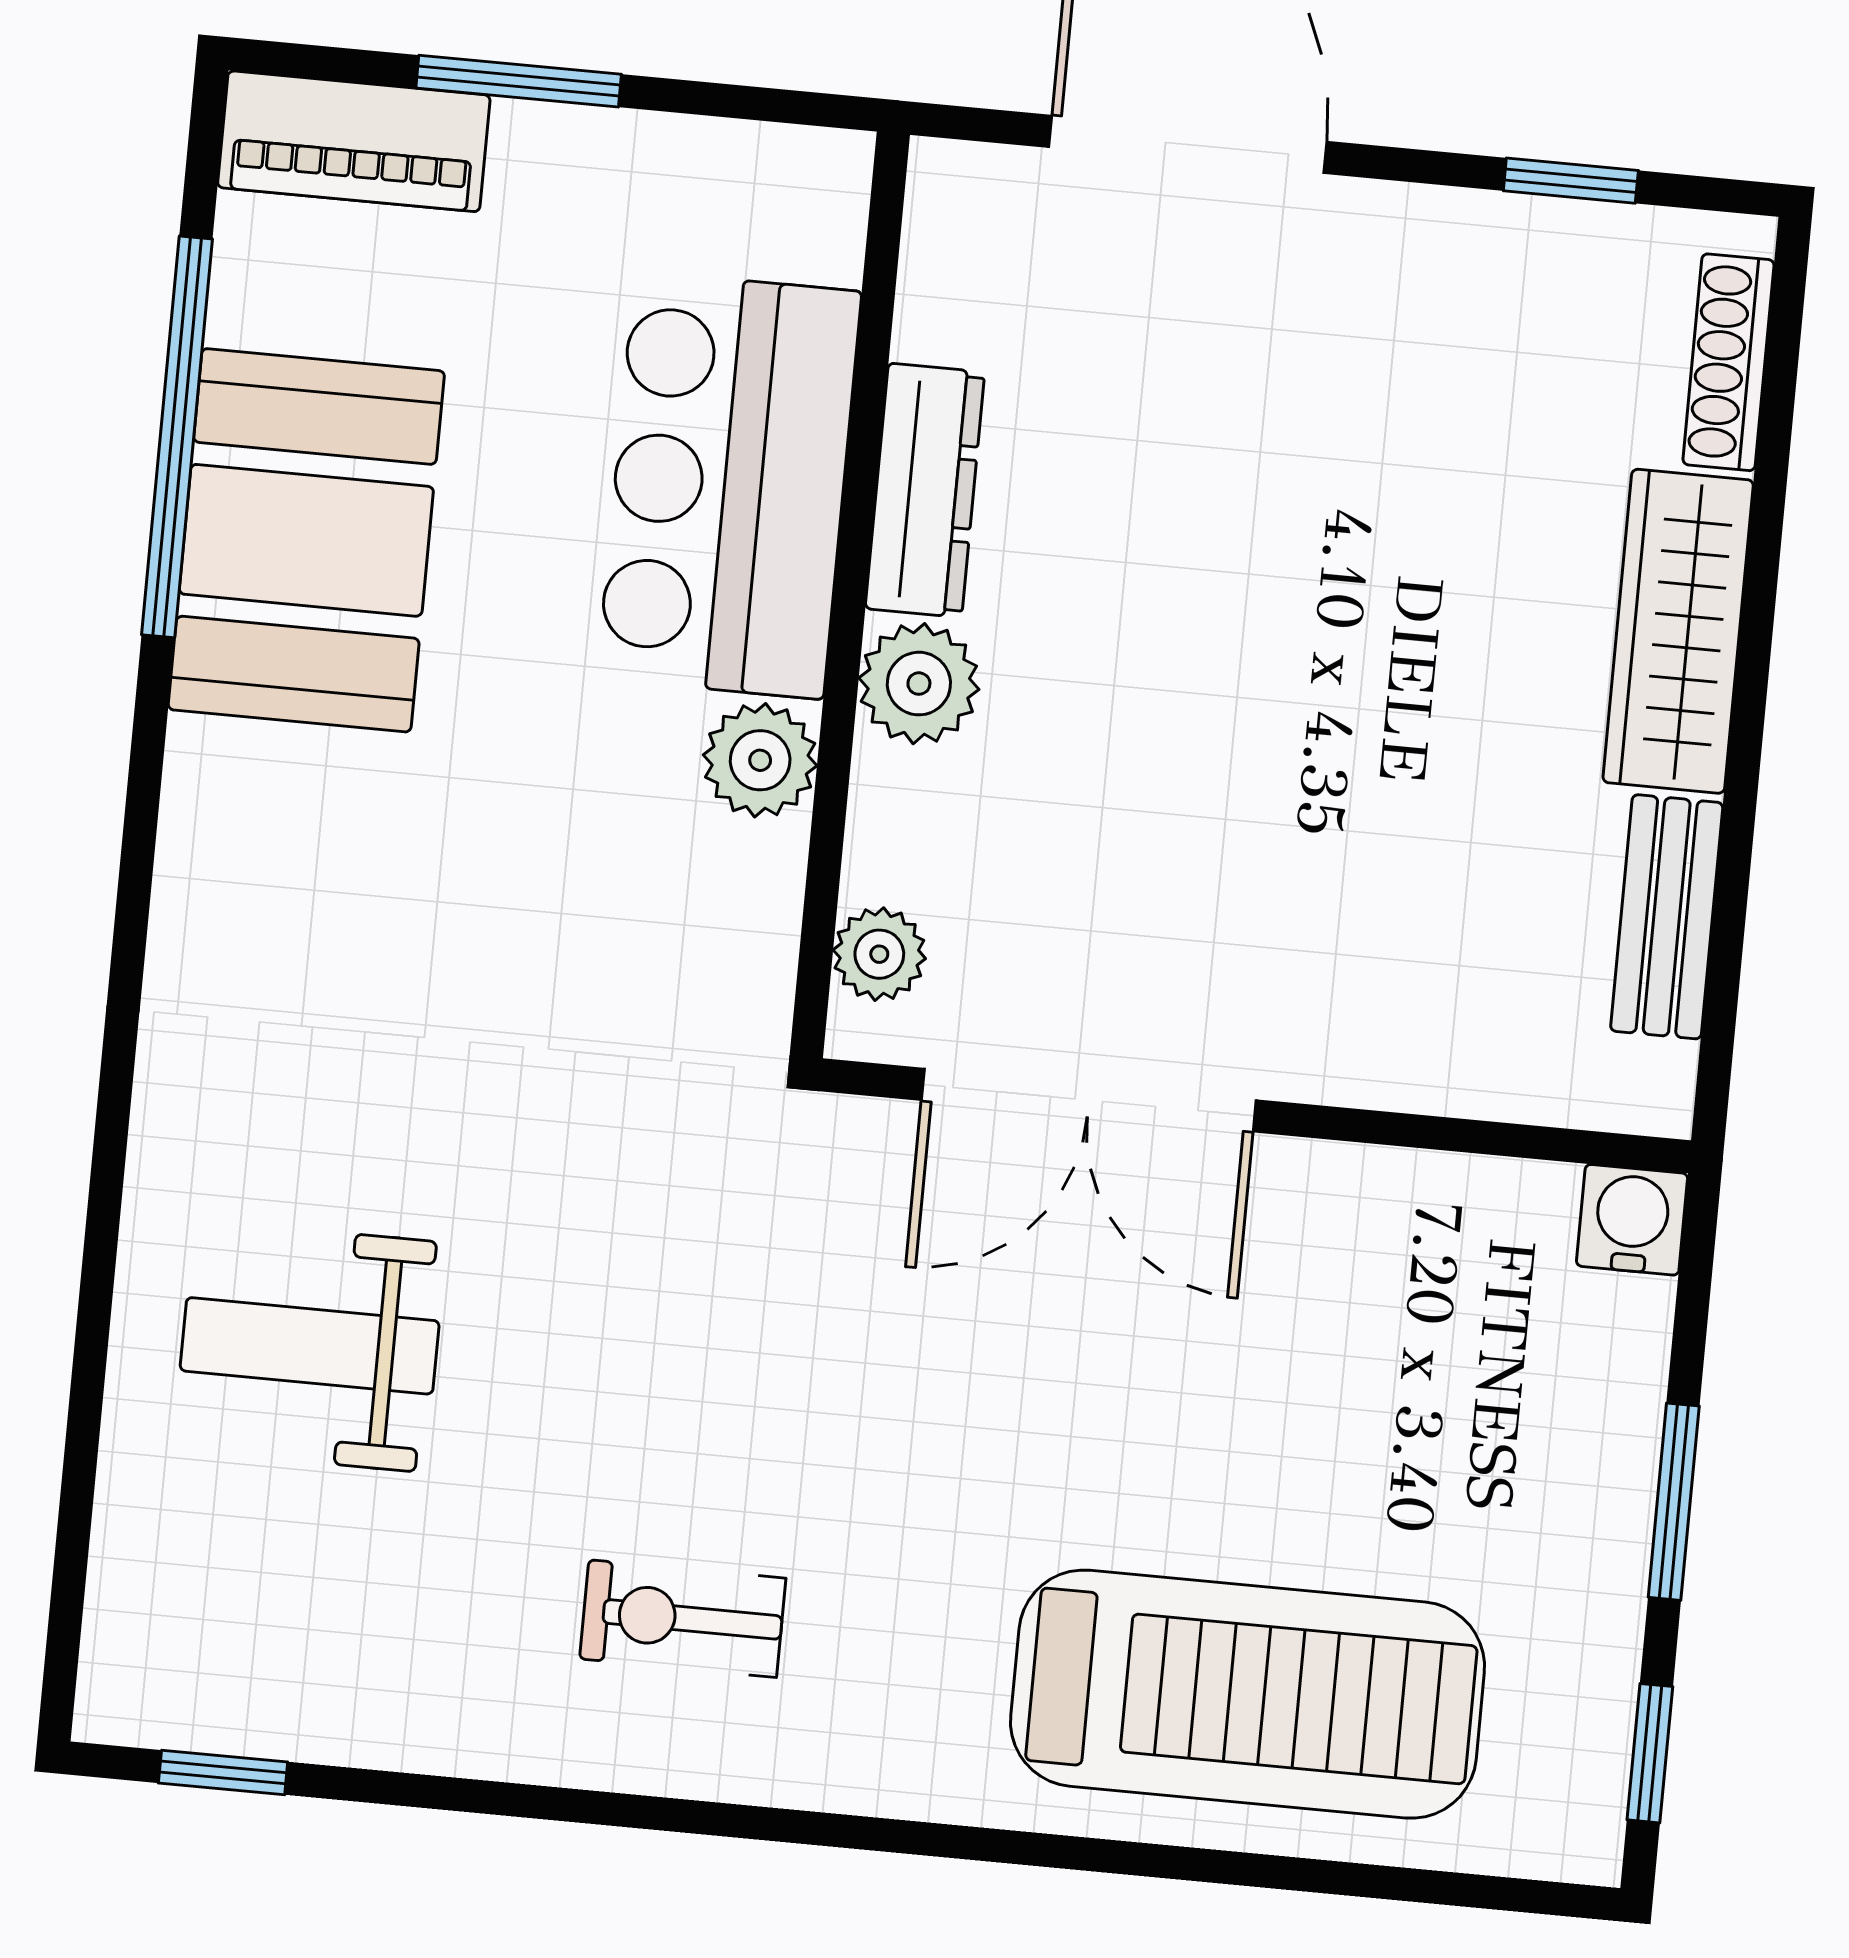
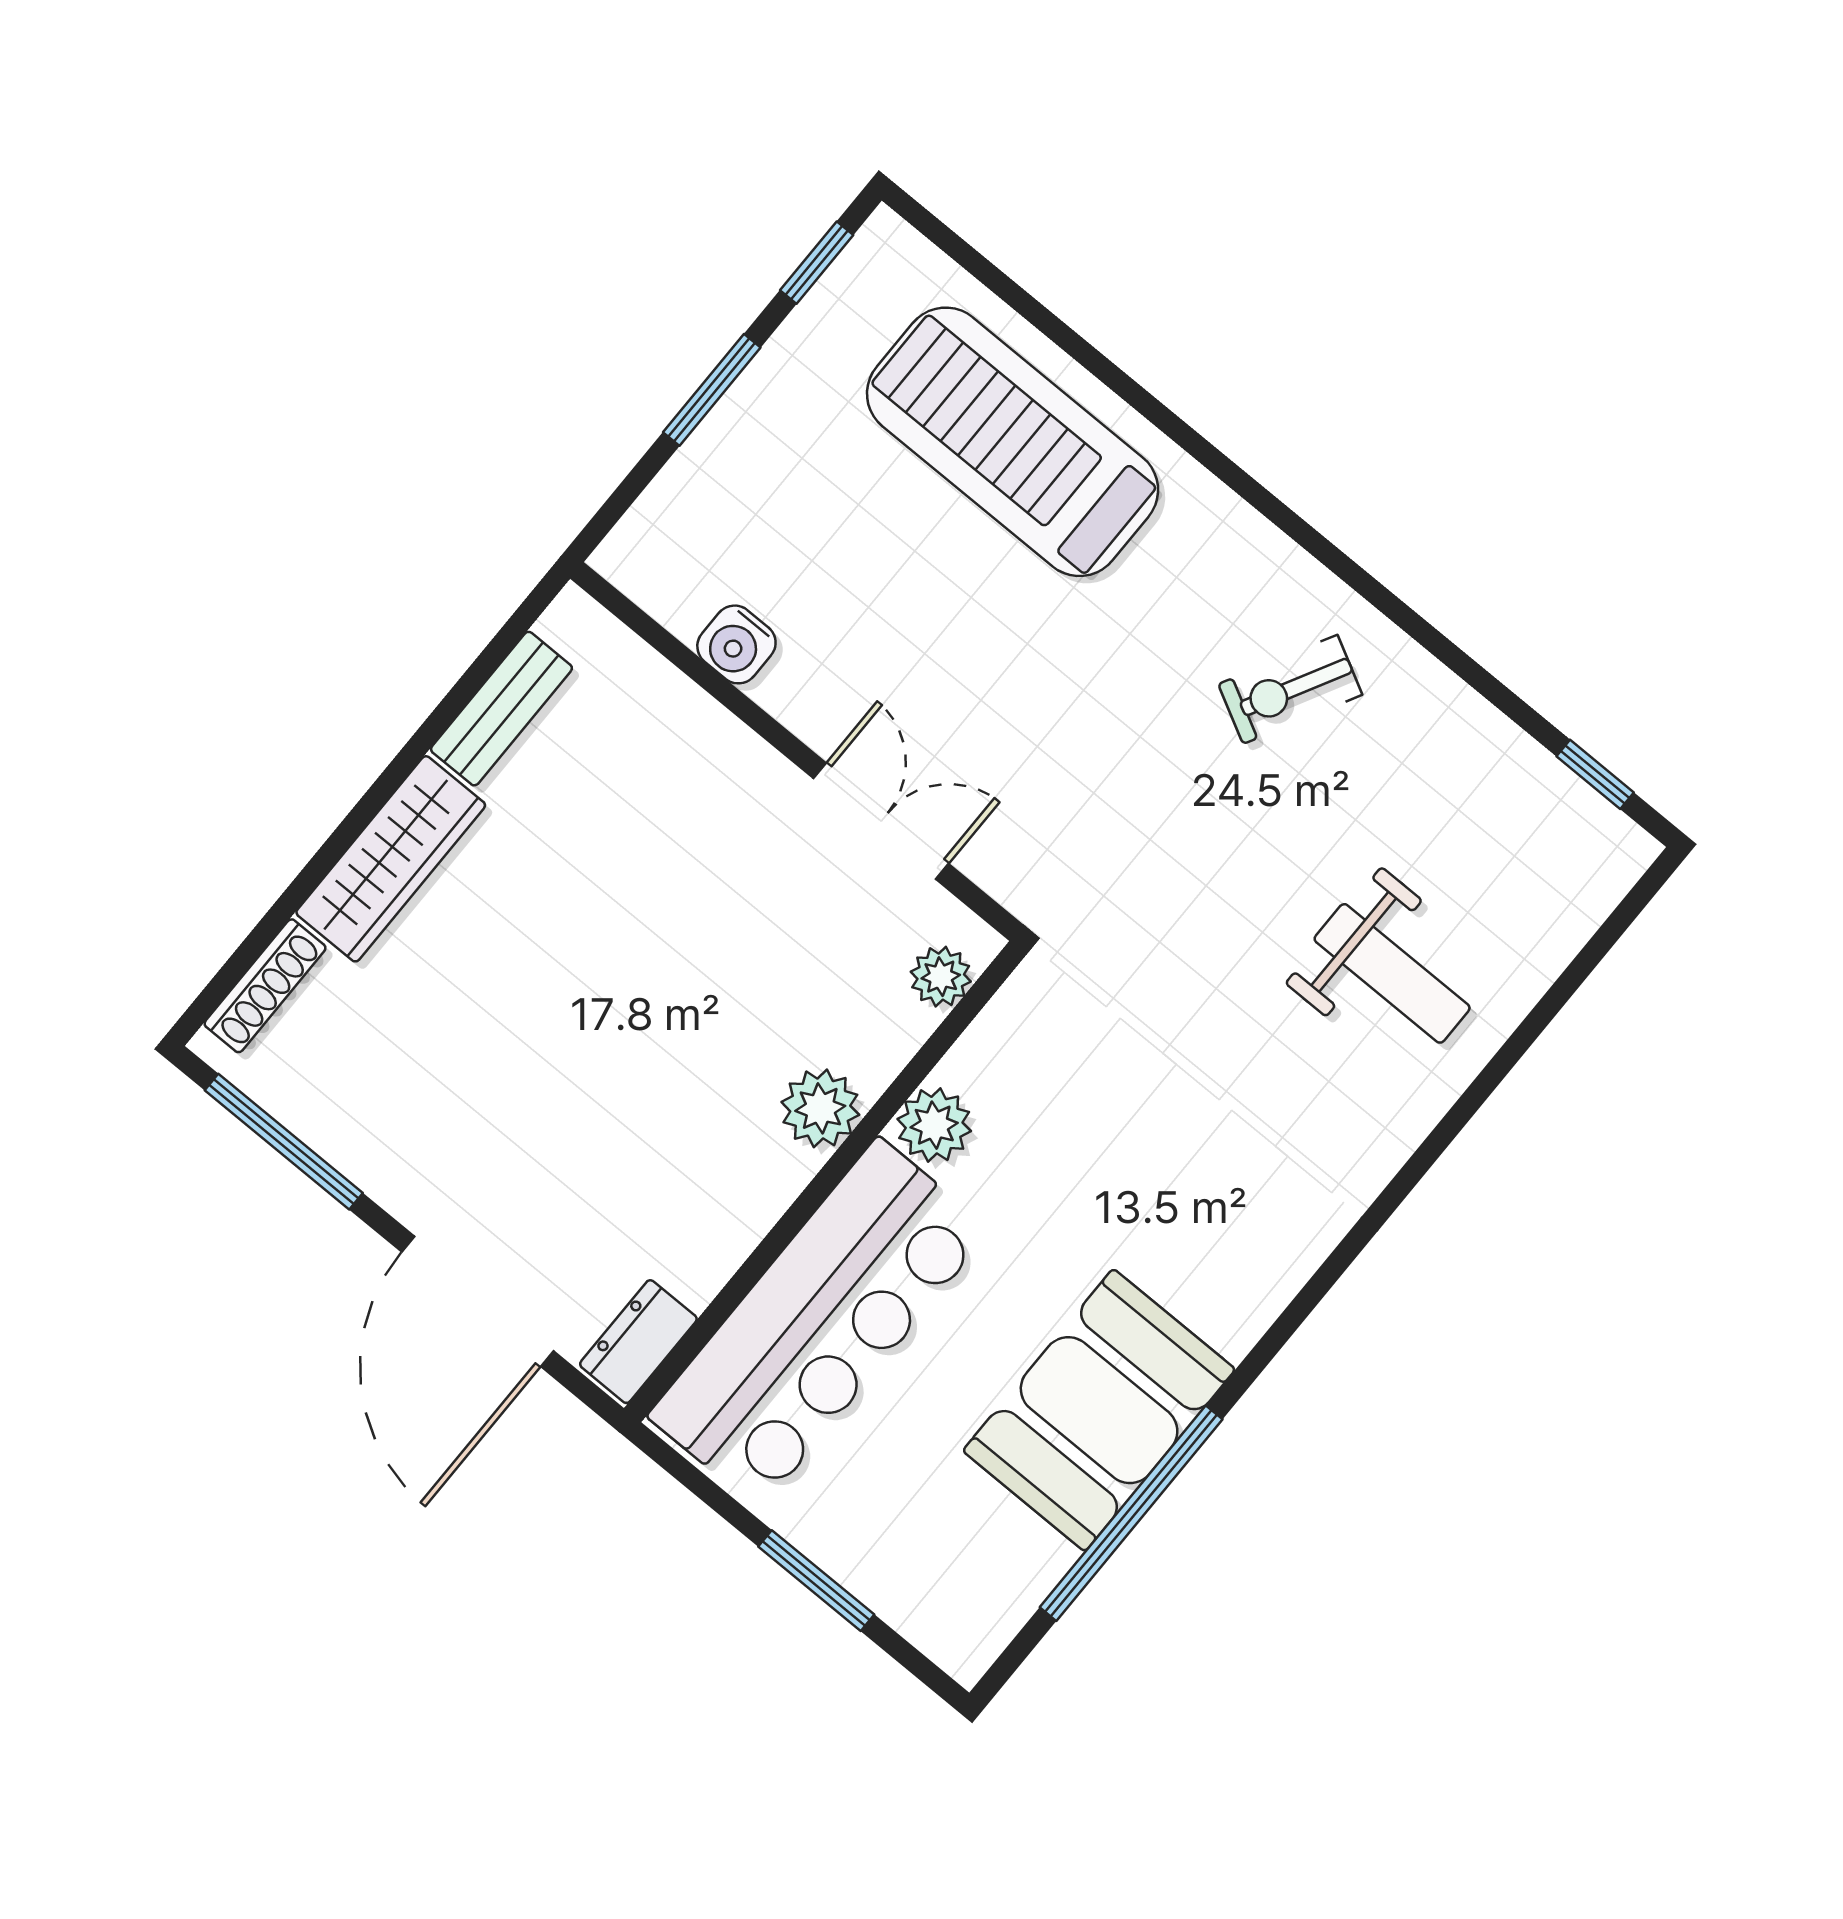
piano: (354, 141) -> (927, 1608), removed
window: (1571, 181) -> (284, 1142), width x2.17
bar counter: (729, 485) -> (819, 1323), width x1.36
dresser: (925, 490) -> (638, 1342), moved, width x0.70
double door: (1089, 1100) -> (881, 821), width x0.73
water cooler: (1632, 1220) -> (736, 644), moved
exercise bike: (683, 1619) -> (1290, 689), turned 118

